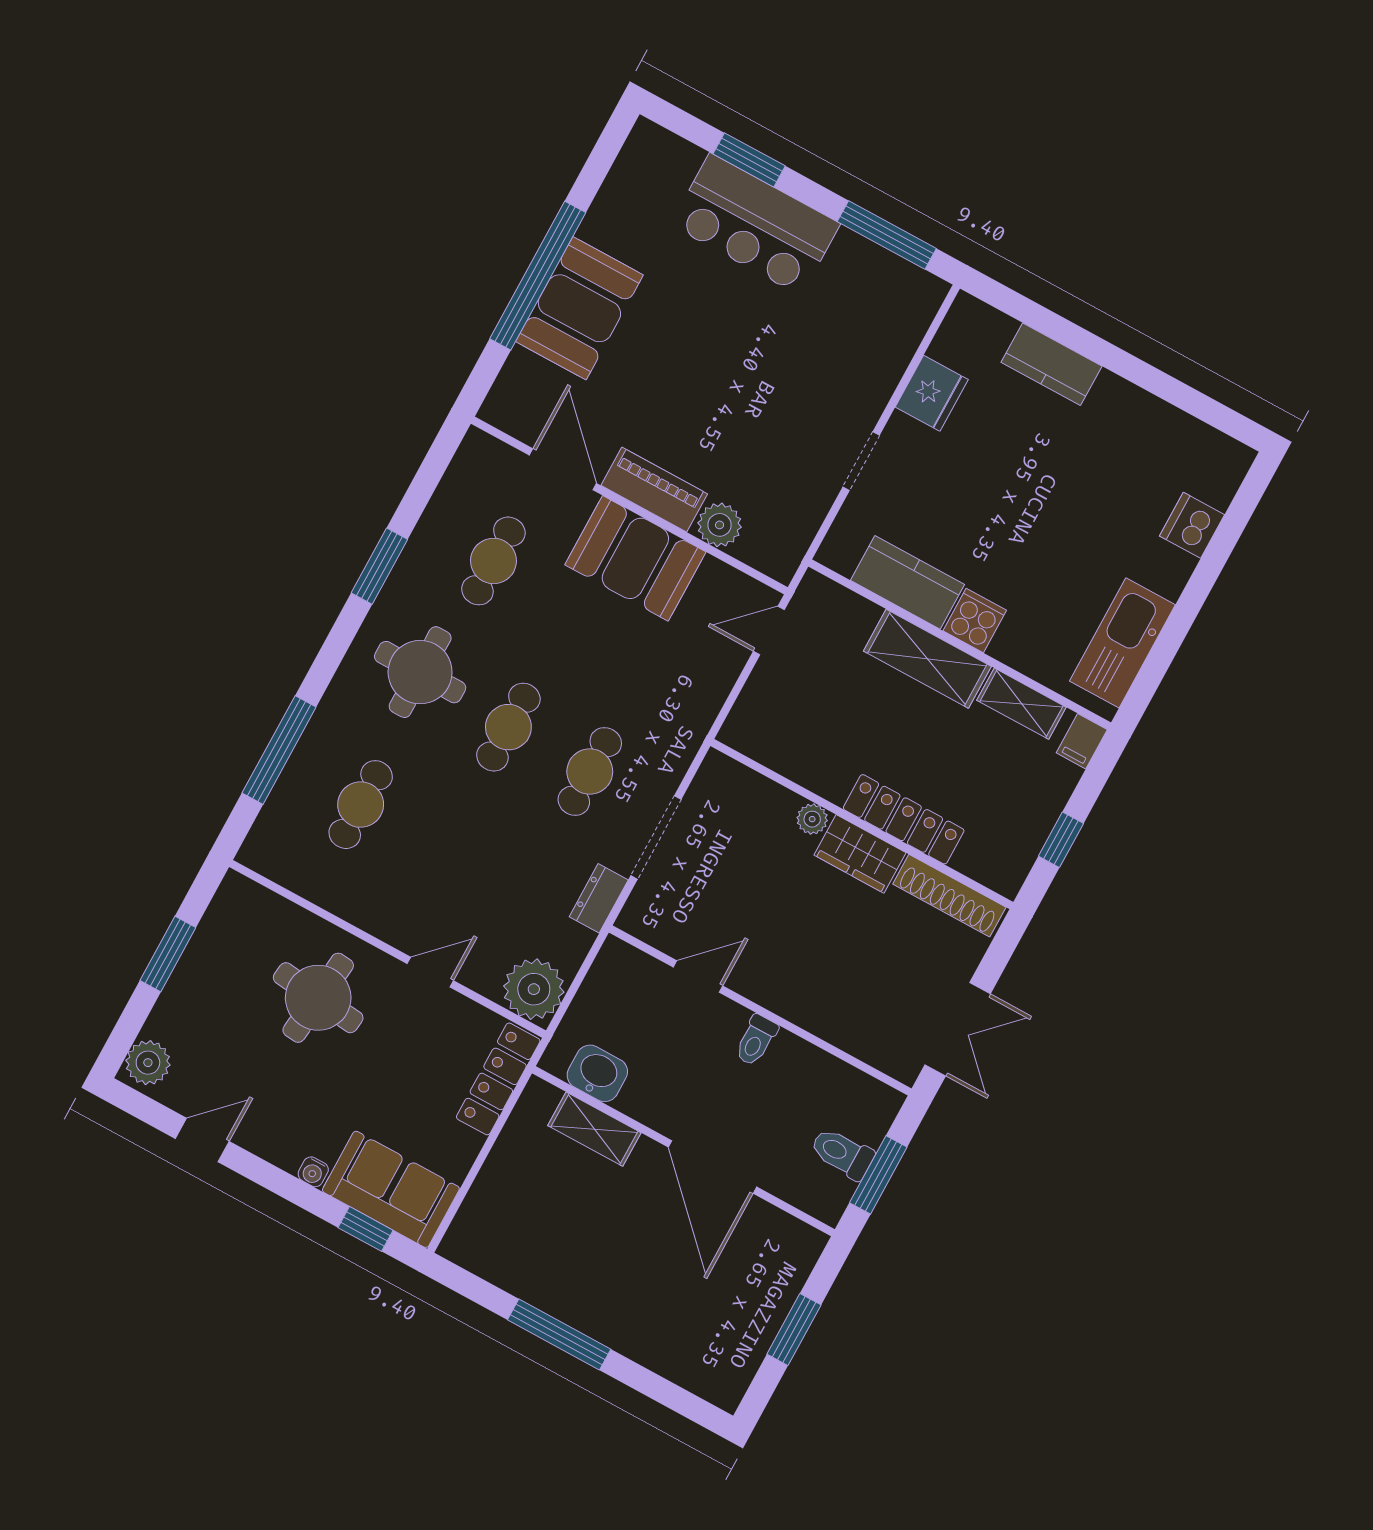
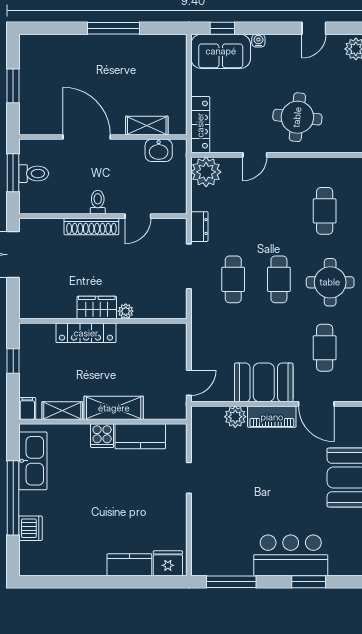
fridge: (932, 393) -> (168, 563), moved, turned 90
window: (1194, 596) -> (13, 498), added
shoe rack: (949, 896) -> (91, 226), moved, turned 180

